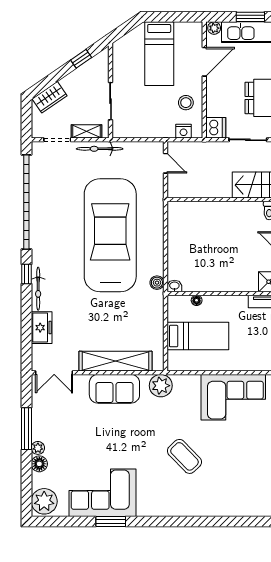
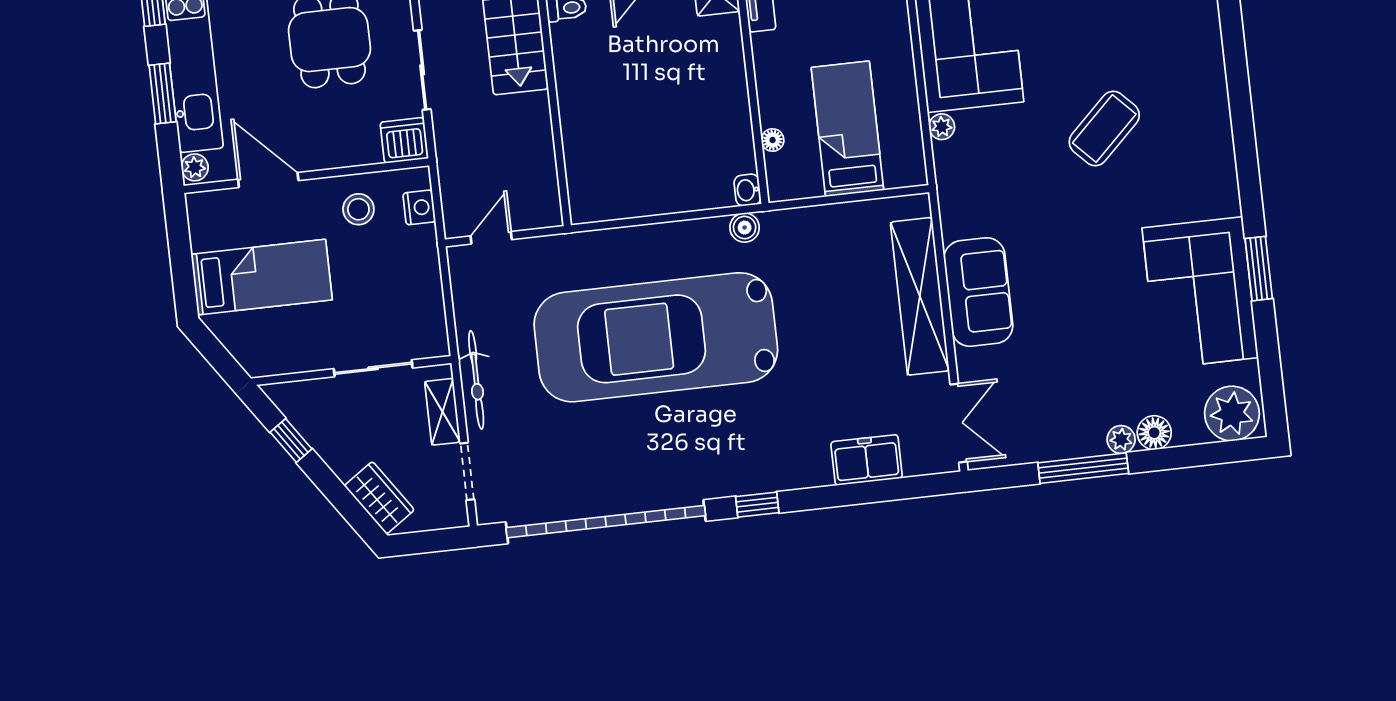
bicycle: (38, 289) -> (785, 476), removed
plant: (161, 386) -> (942, 127), moved, width x0.53, depth x0.53

